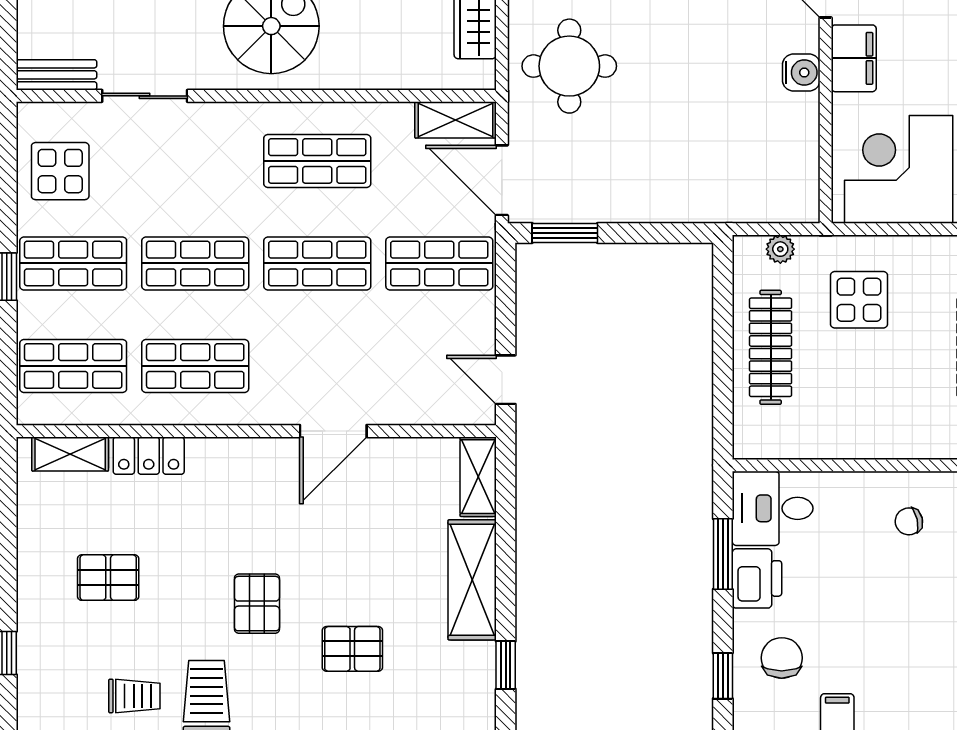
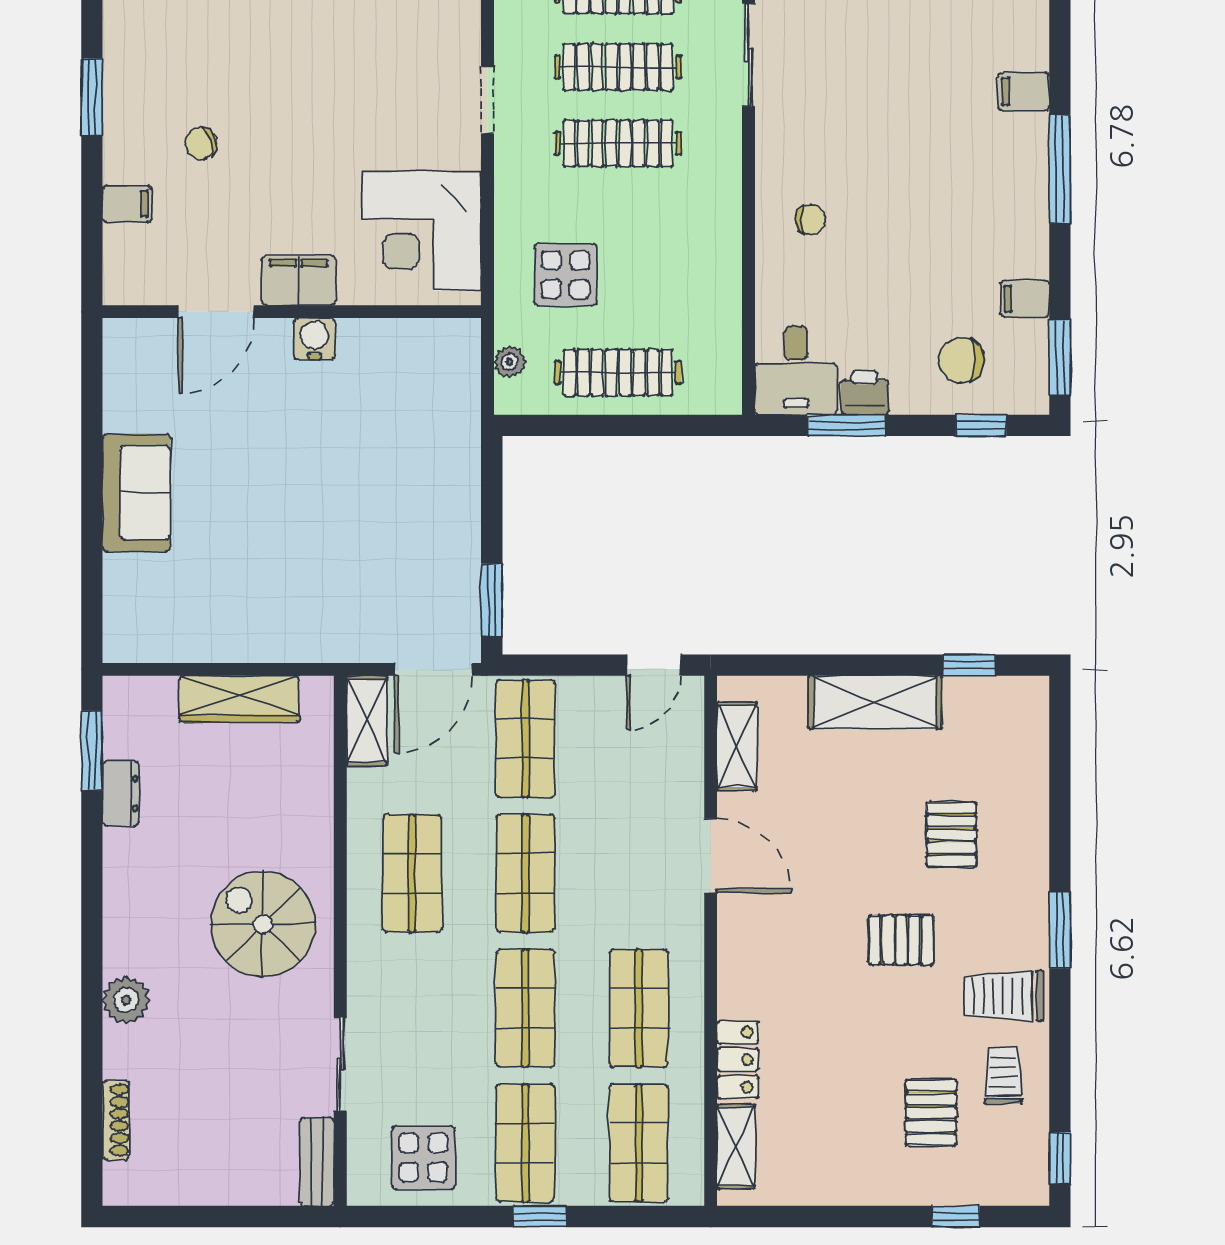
round table: (569, 66) -> (307, 595), removed
shelving: (478, 477) -> (737, 747), moved, turned 90
chair: (909, 521) -> (810, 220), turned -77
pallet: (108, 578) -> (931, 1113), moved
printer: (757, 578) -> (865, 393), width x0.73, depth x0.81

